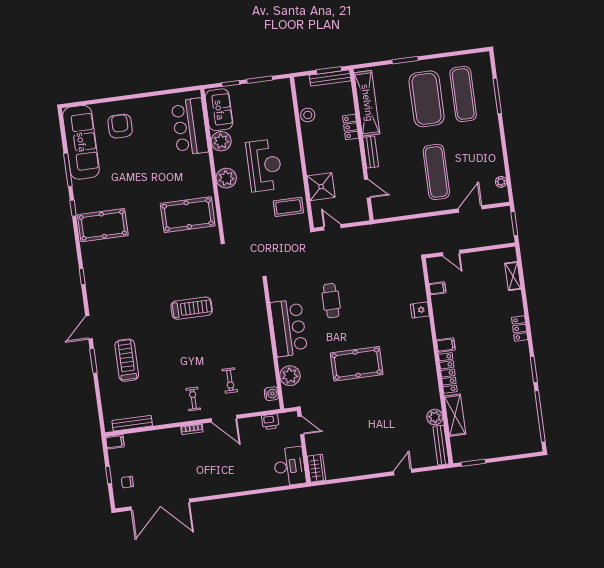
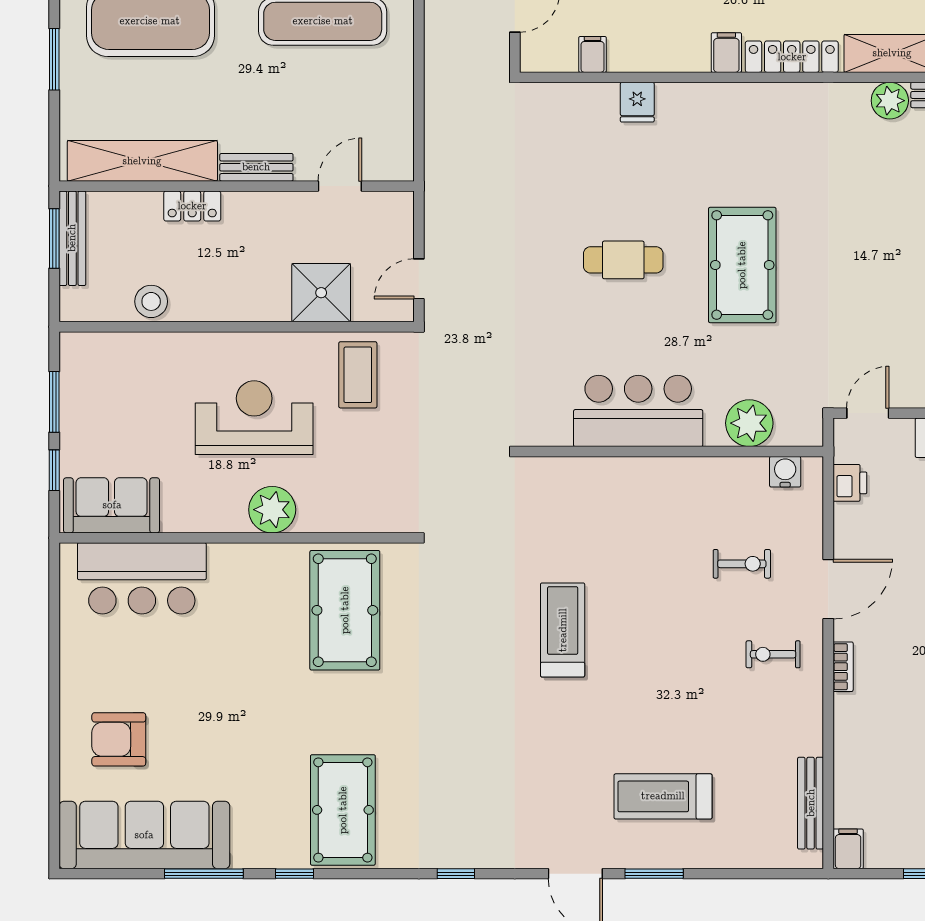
plant: (221, 141) -> (185, 510), removed
cafe table: (331, 301) -> (623, 260), moved

